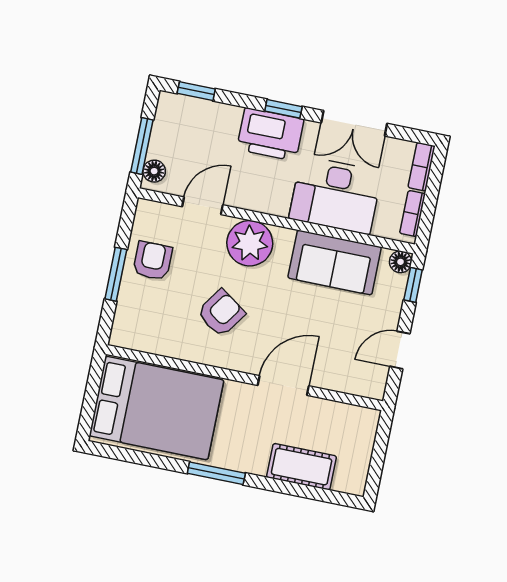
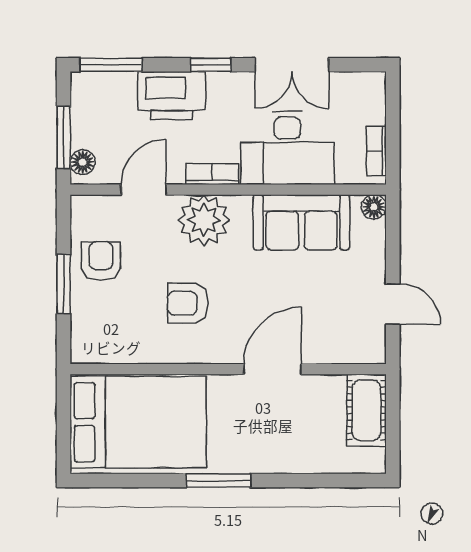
window: (196, 91) -> (111, 65), width x1.50
printer: (270, 134) -> (172, 96), moved
bookcase: (422, 167) -> (212, 174), moved, turned 90
window: (413, 285) -> (393, 229), removed
armchair: (221, 313) -> (188, 303), turned -125
door: (400, 350) -> (393, 304), swing flipped
cot: (302, 467) -> (366, 410), moved, turned 90

